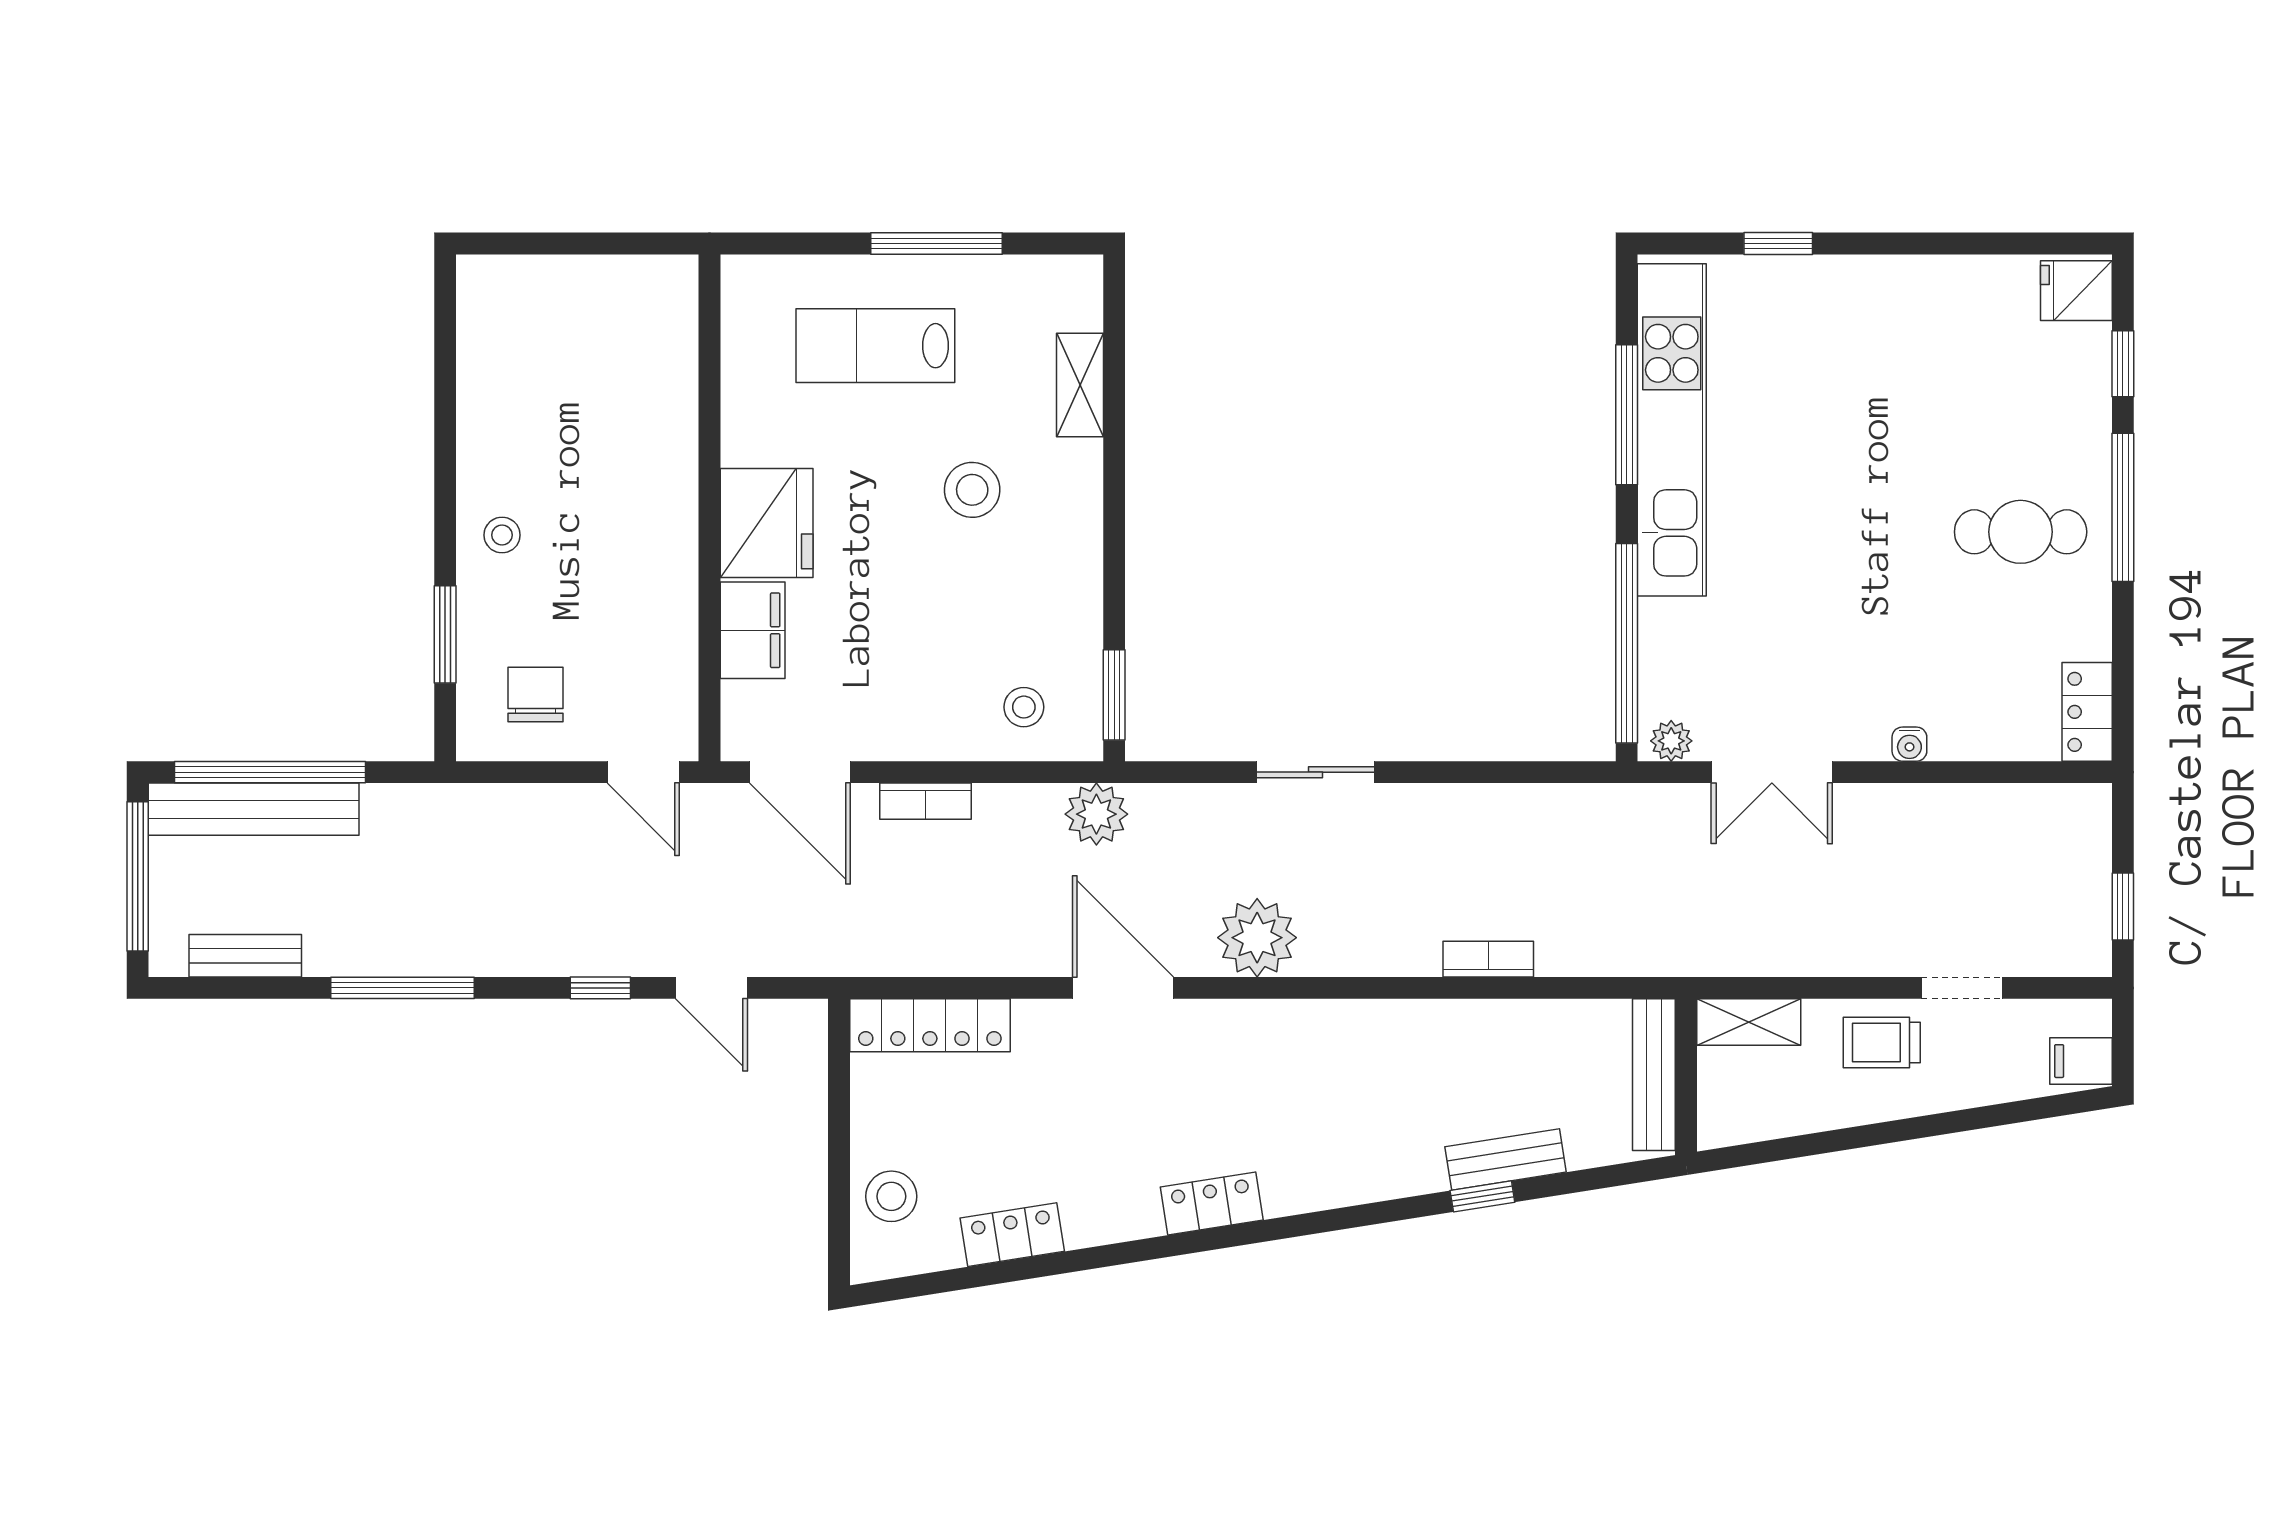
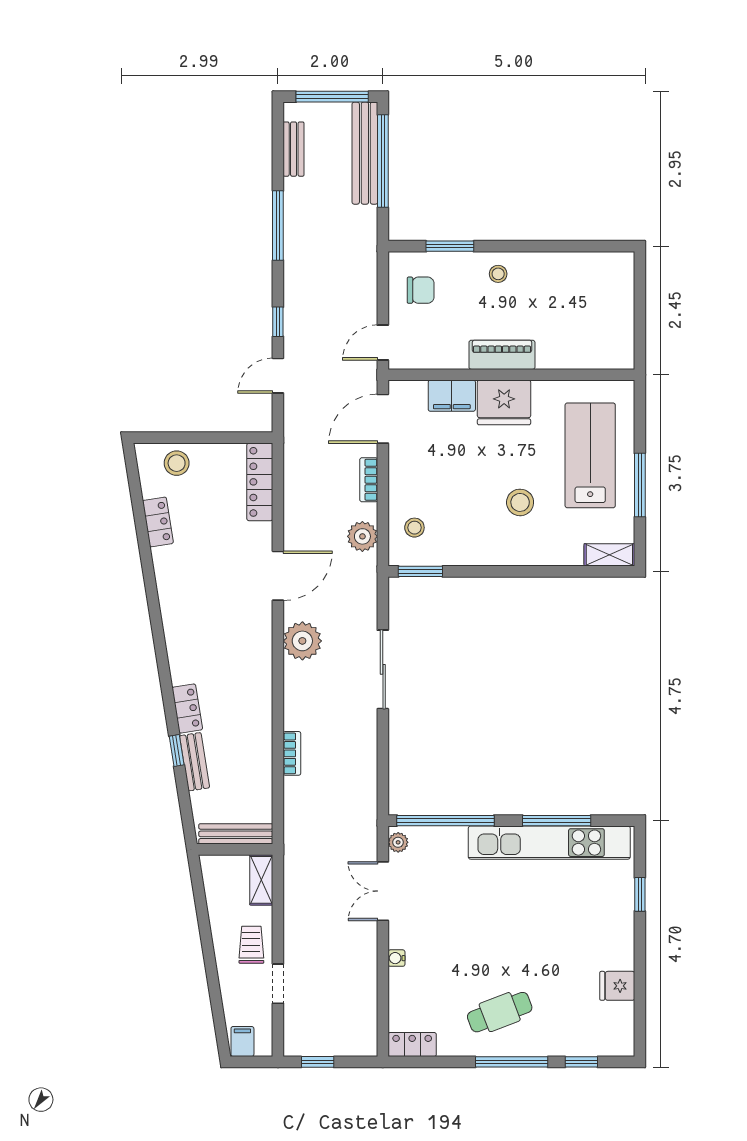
fridge: (2076, 291) -> (617, 986), moved, turned -90
lab bench: (875, 346) -> (590, 455), width x1.36, depth x1.39
shelving: (1080, 385) -> (609, 555), moved
piano: (668, 527) -> (502, 355), added
cafe table: (2021, 532) -> (500, 1012), turned 69
sliding door: (1316, 772) -> (383, 669), width x1.37
plant: (1096, 814) -> (362, 536), moved
locker: (1212, 1204) -> (187, 709), moved

